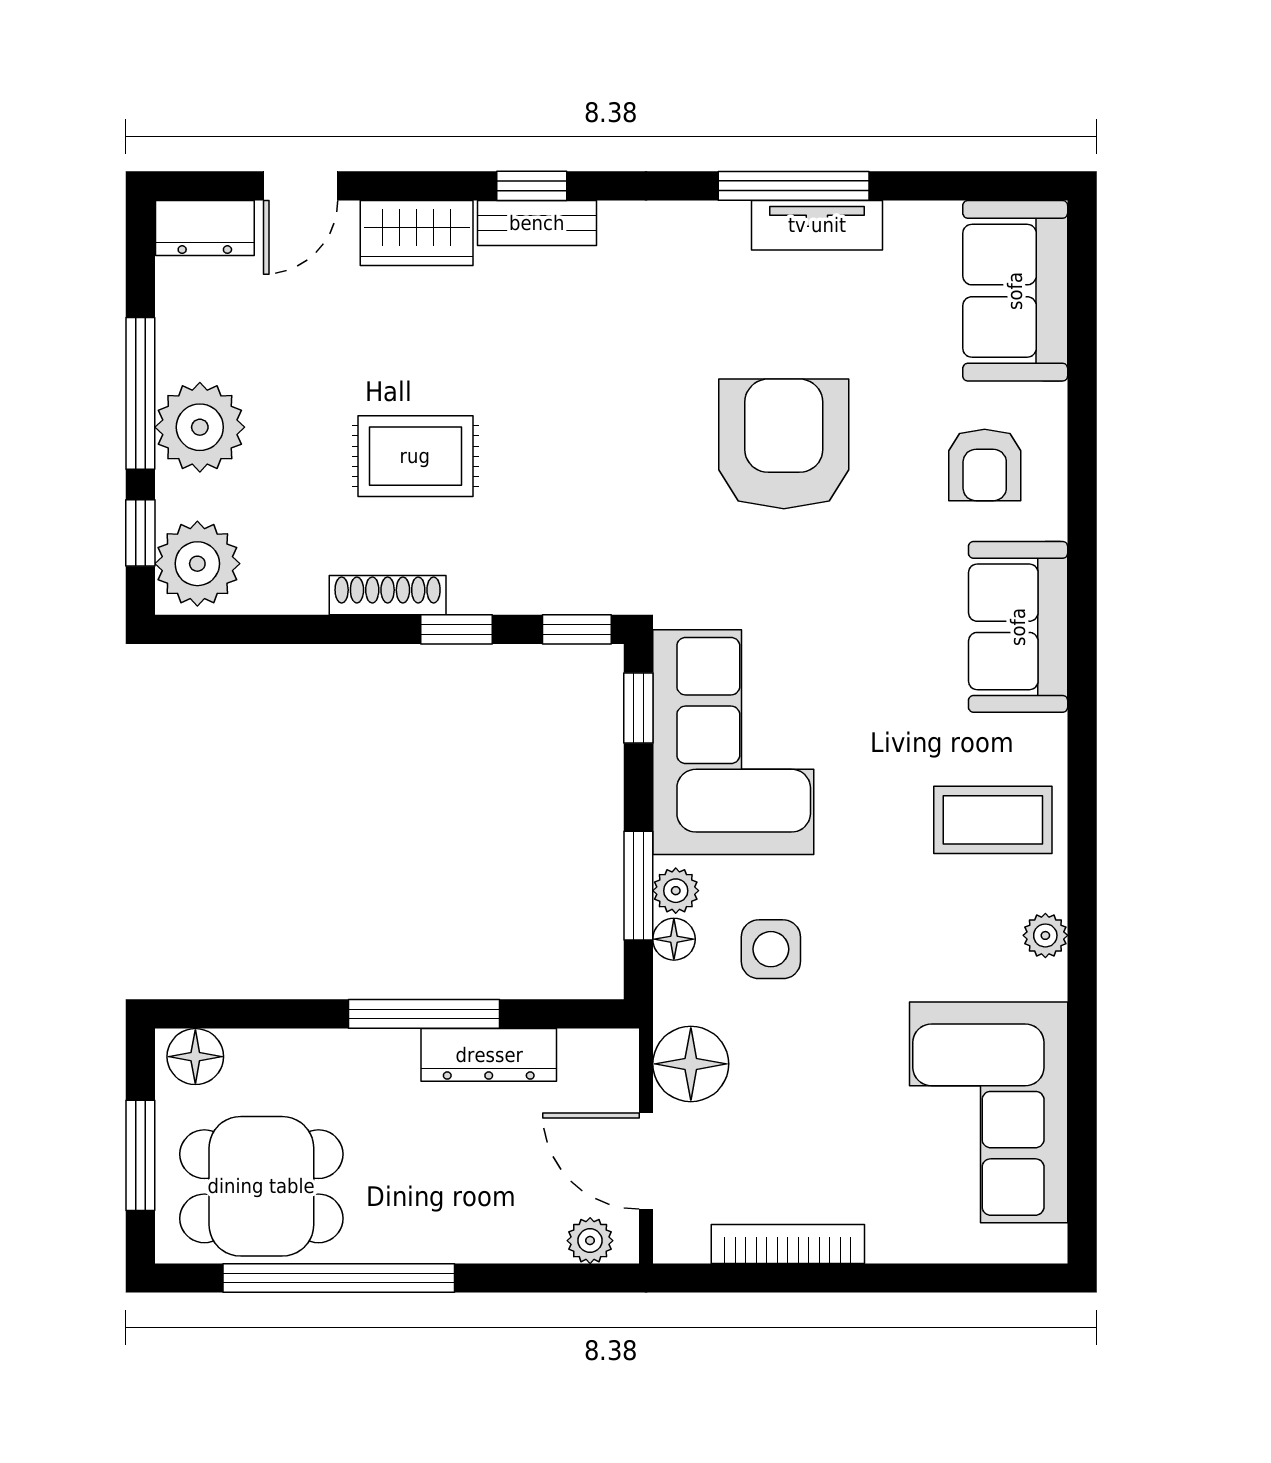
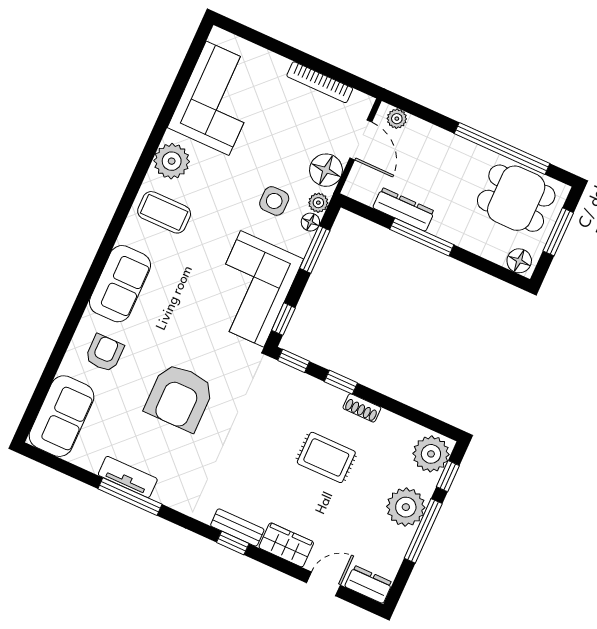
shoe rack: (388, 595) -> (362, 408), width x0.70
plant: (676, 891) -> (318, 203), moved
plant: (1045, 935) -> (172, 161), width x1.88, depth x1.88

